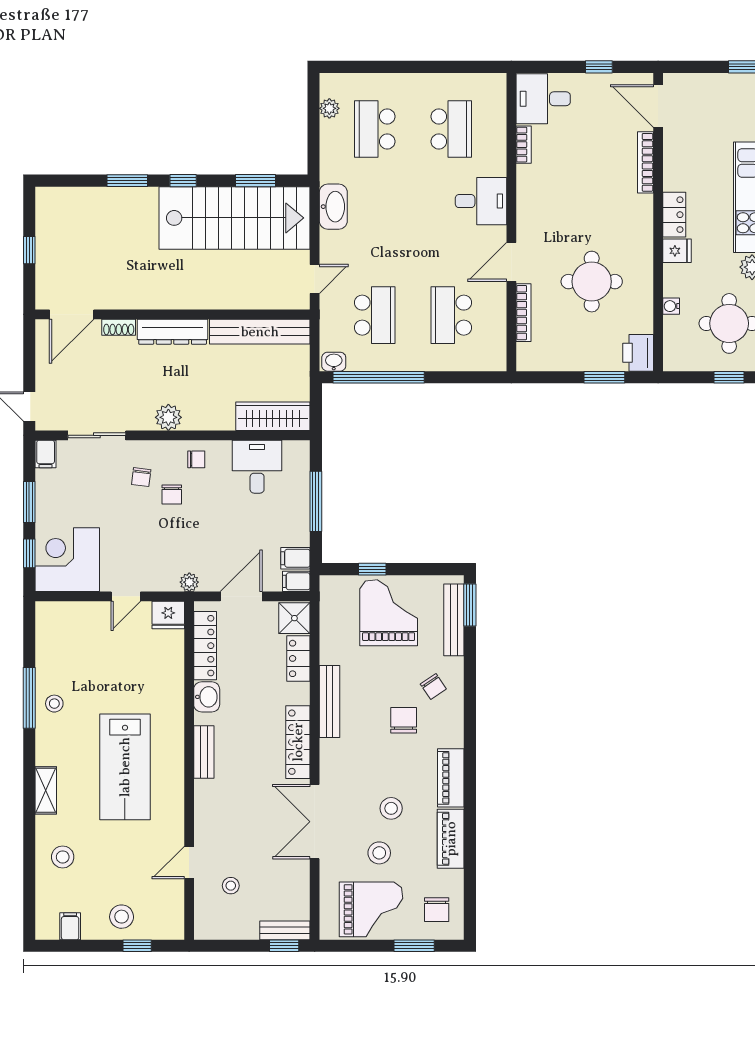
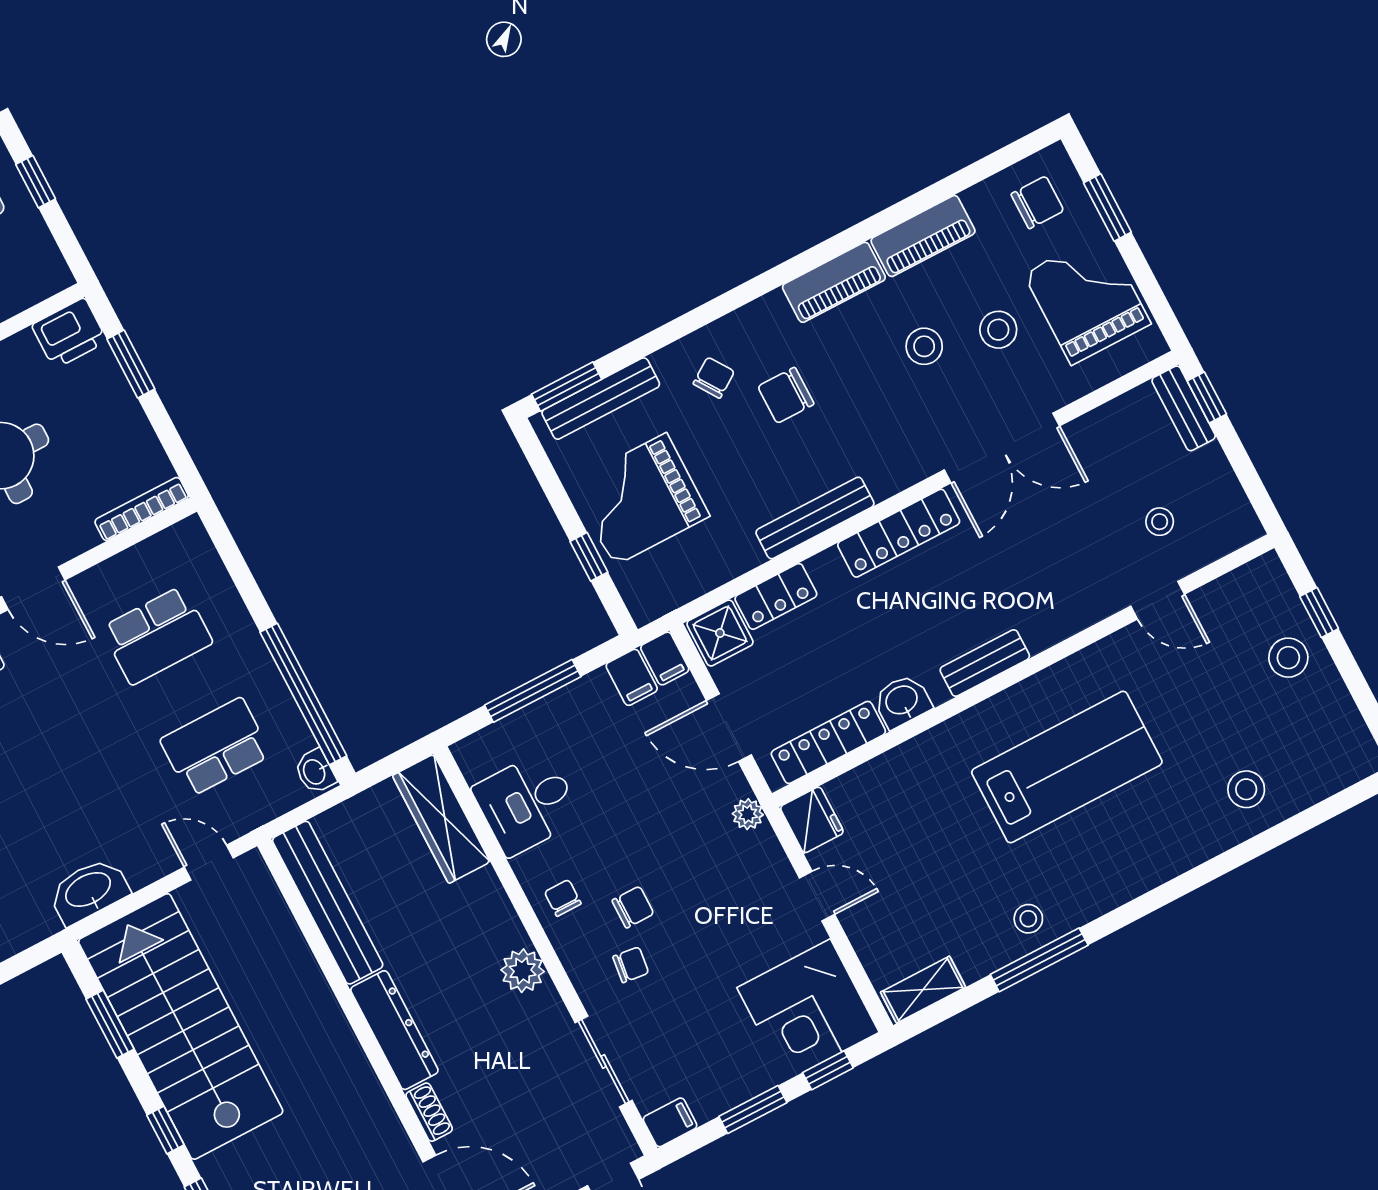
bookcase: (523, 313) -> (142, 509), moved
shelving: (46, 790) -> (923, 990), moved
filing cabinet: (70, 926) -> (1342, 725), removed

